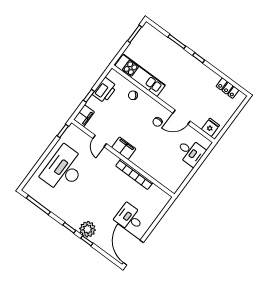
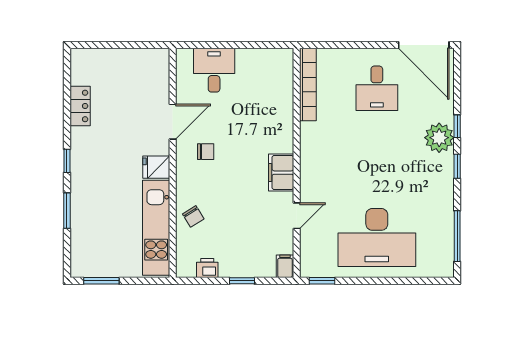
locker: (228, 88) -> (80, 106), moved
printer: (105, 90) -> (207, 268), width x0.53, depth x0.68
filing cabinet: (84, 116) -> (285, 266), width x0.50
door: (181, 117) -> (173, 122), hinge flipped
fridge: (210, 127) -> (156, 167), moved
bookcase: (134, 174) -> (308, 84), moved
door: (133, 253) -> (424, 45), hinge flipped

